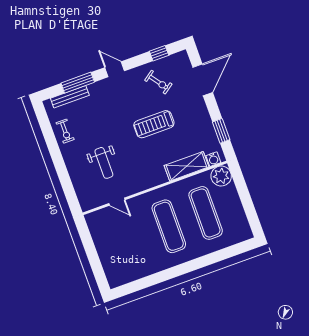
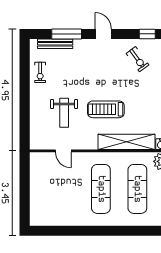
treadmill: (154, 124) -> (106, 109), moved
shelving: (187, 166) -> (127, 142), width x1.47

